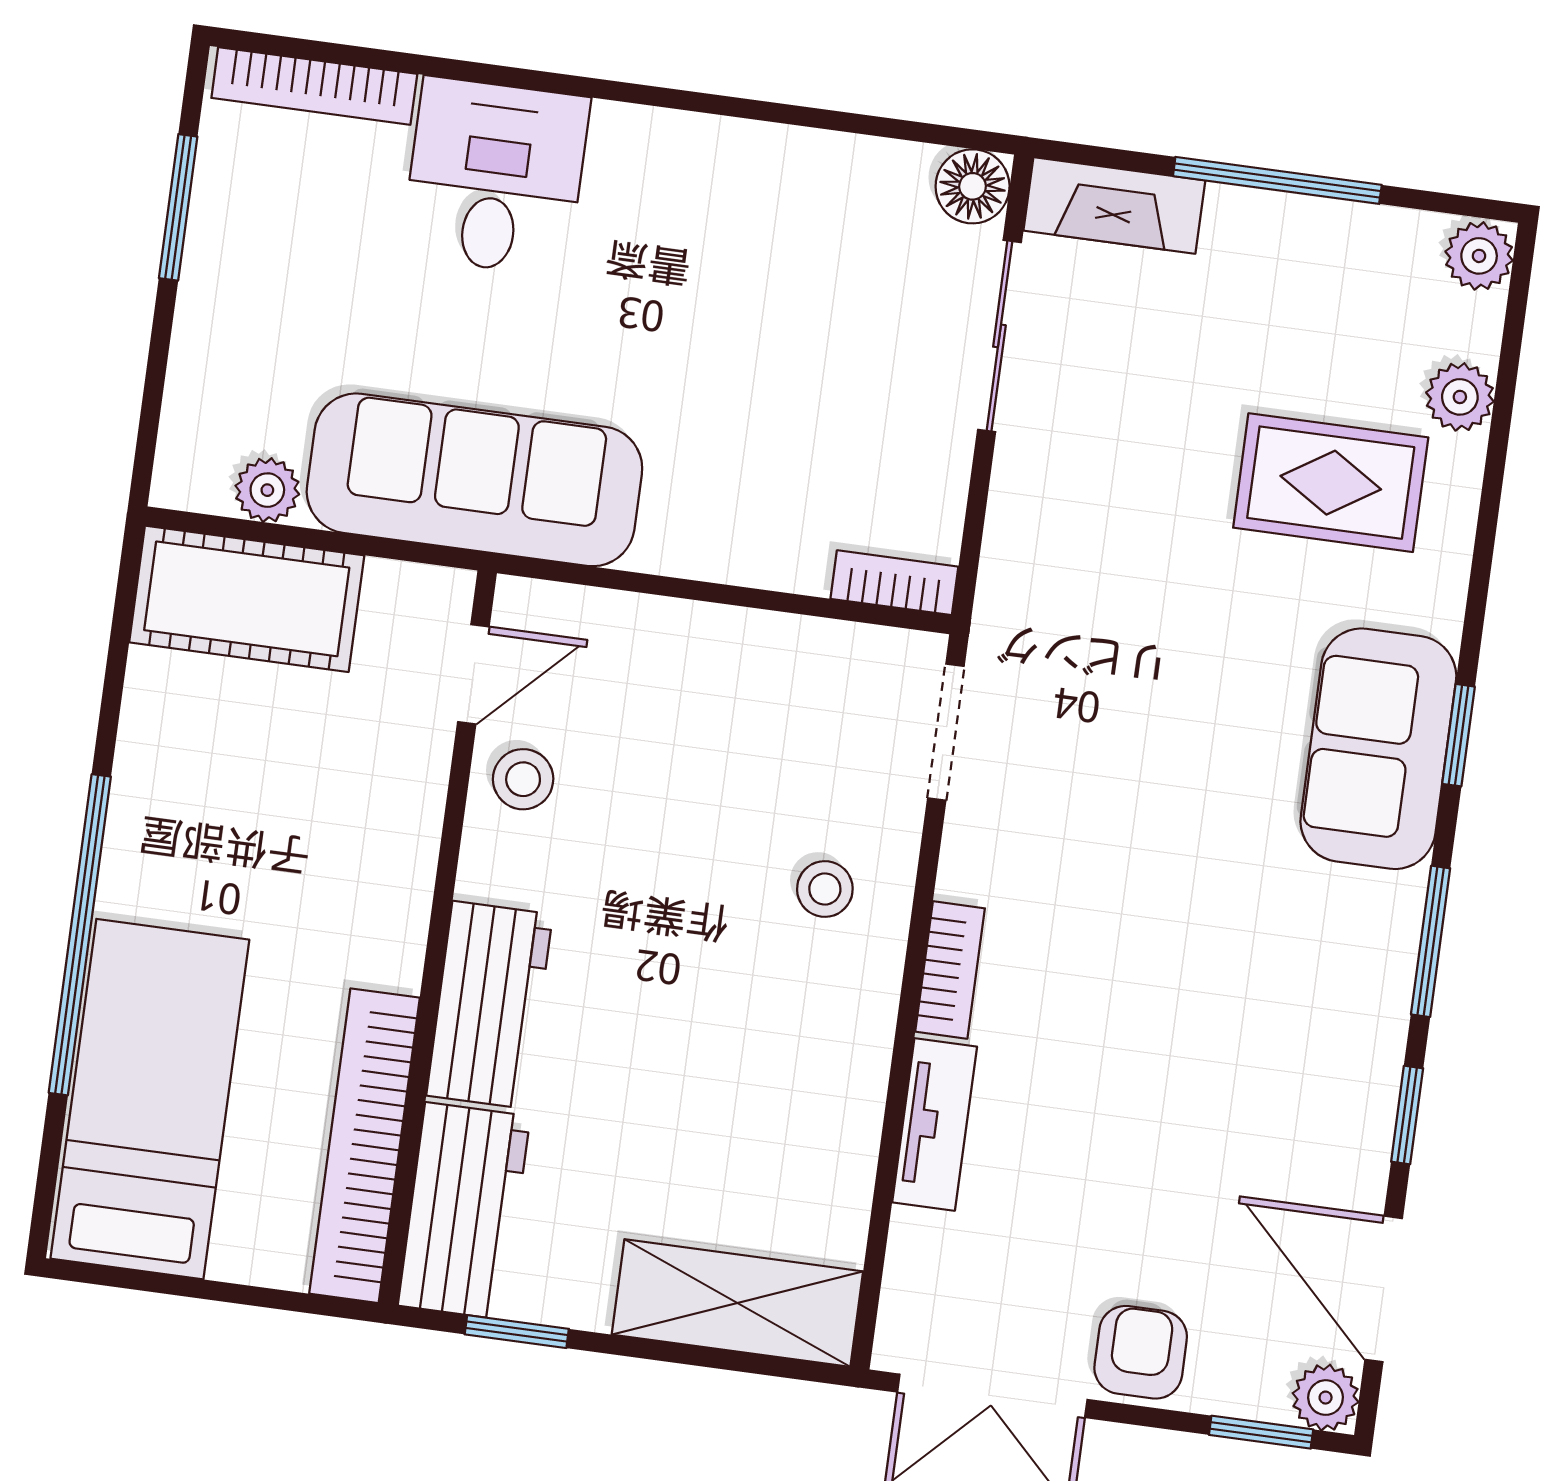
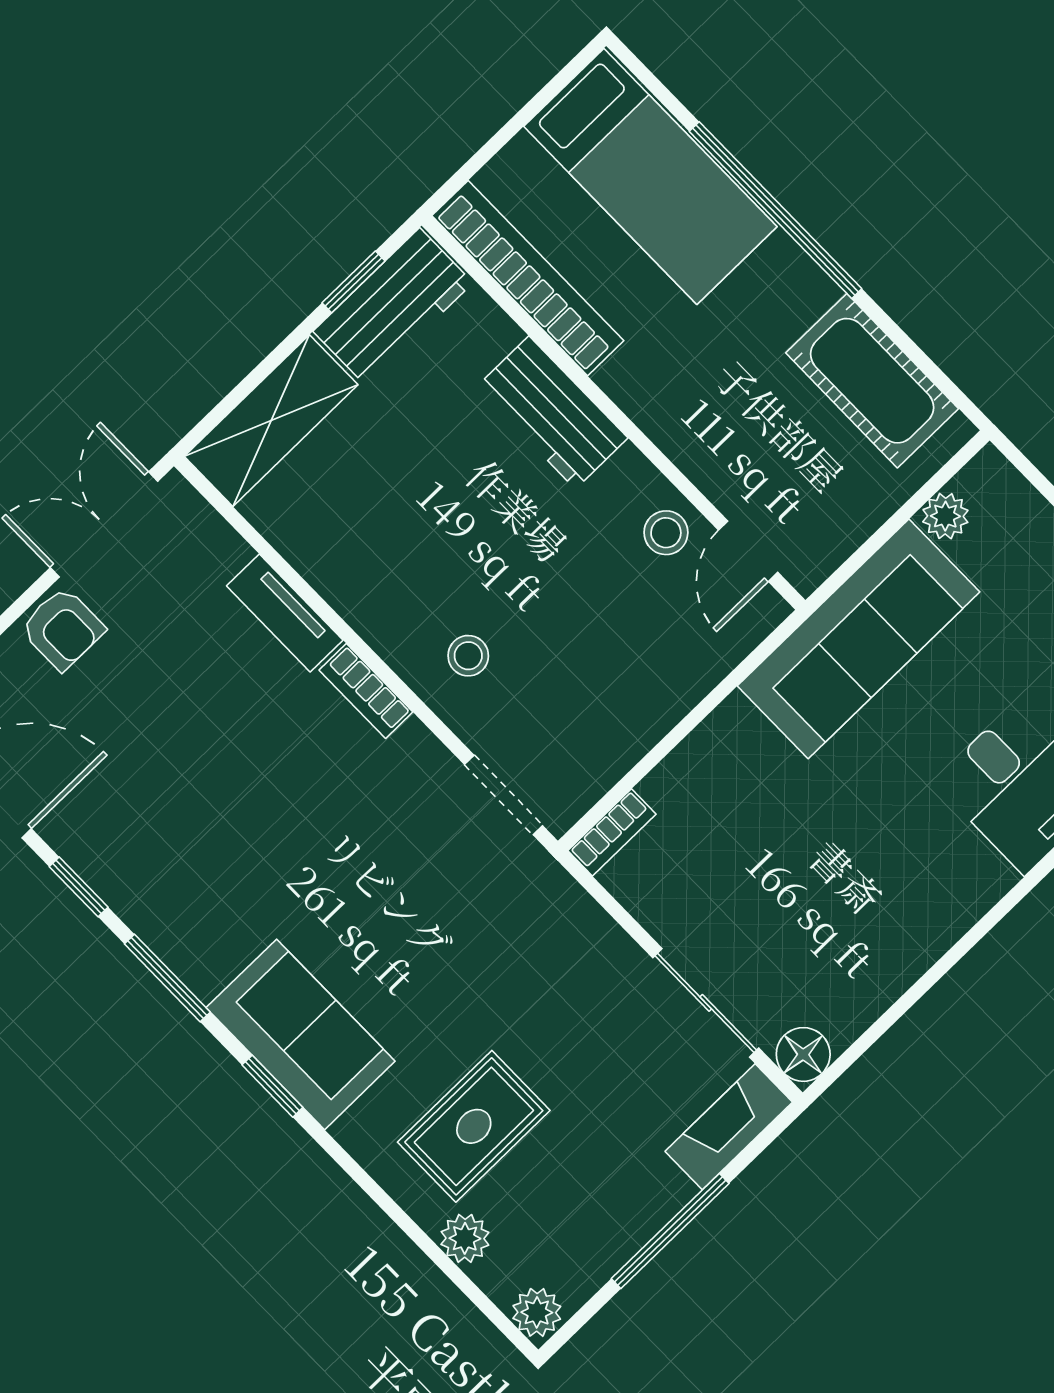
cot: (247, 599) -> (872, 381), moved, turned 90
workbench: (464, 1211) -> (393, 307), moved, turned -90

